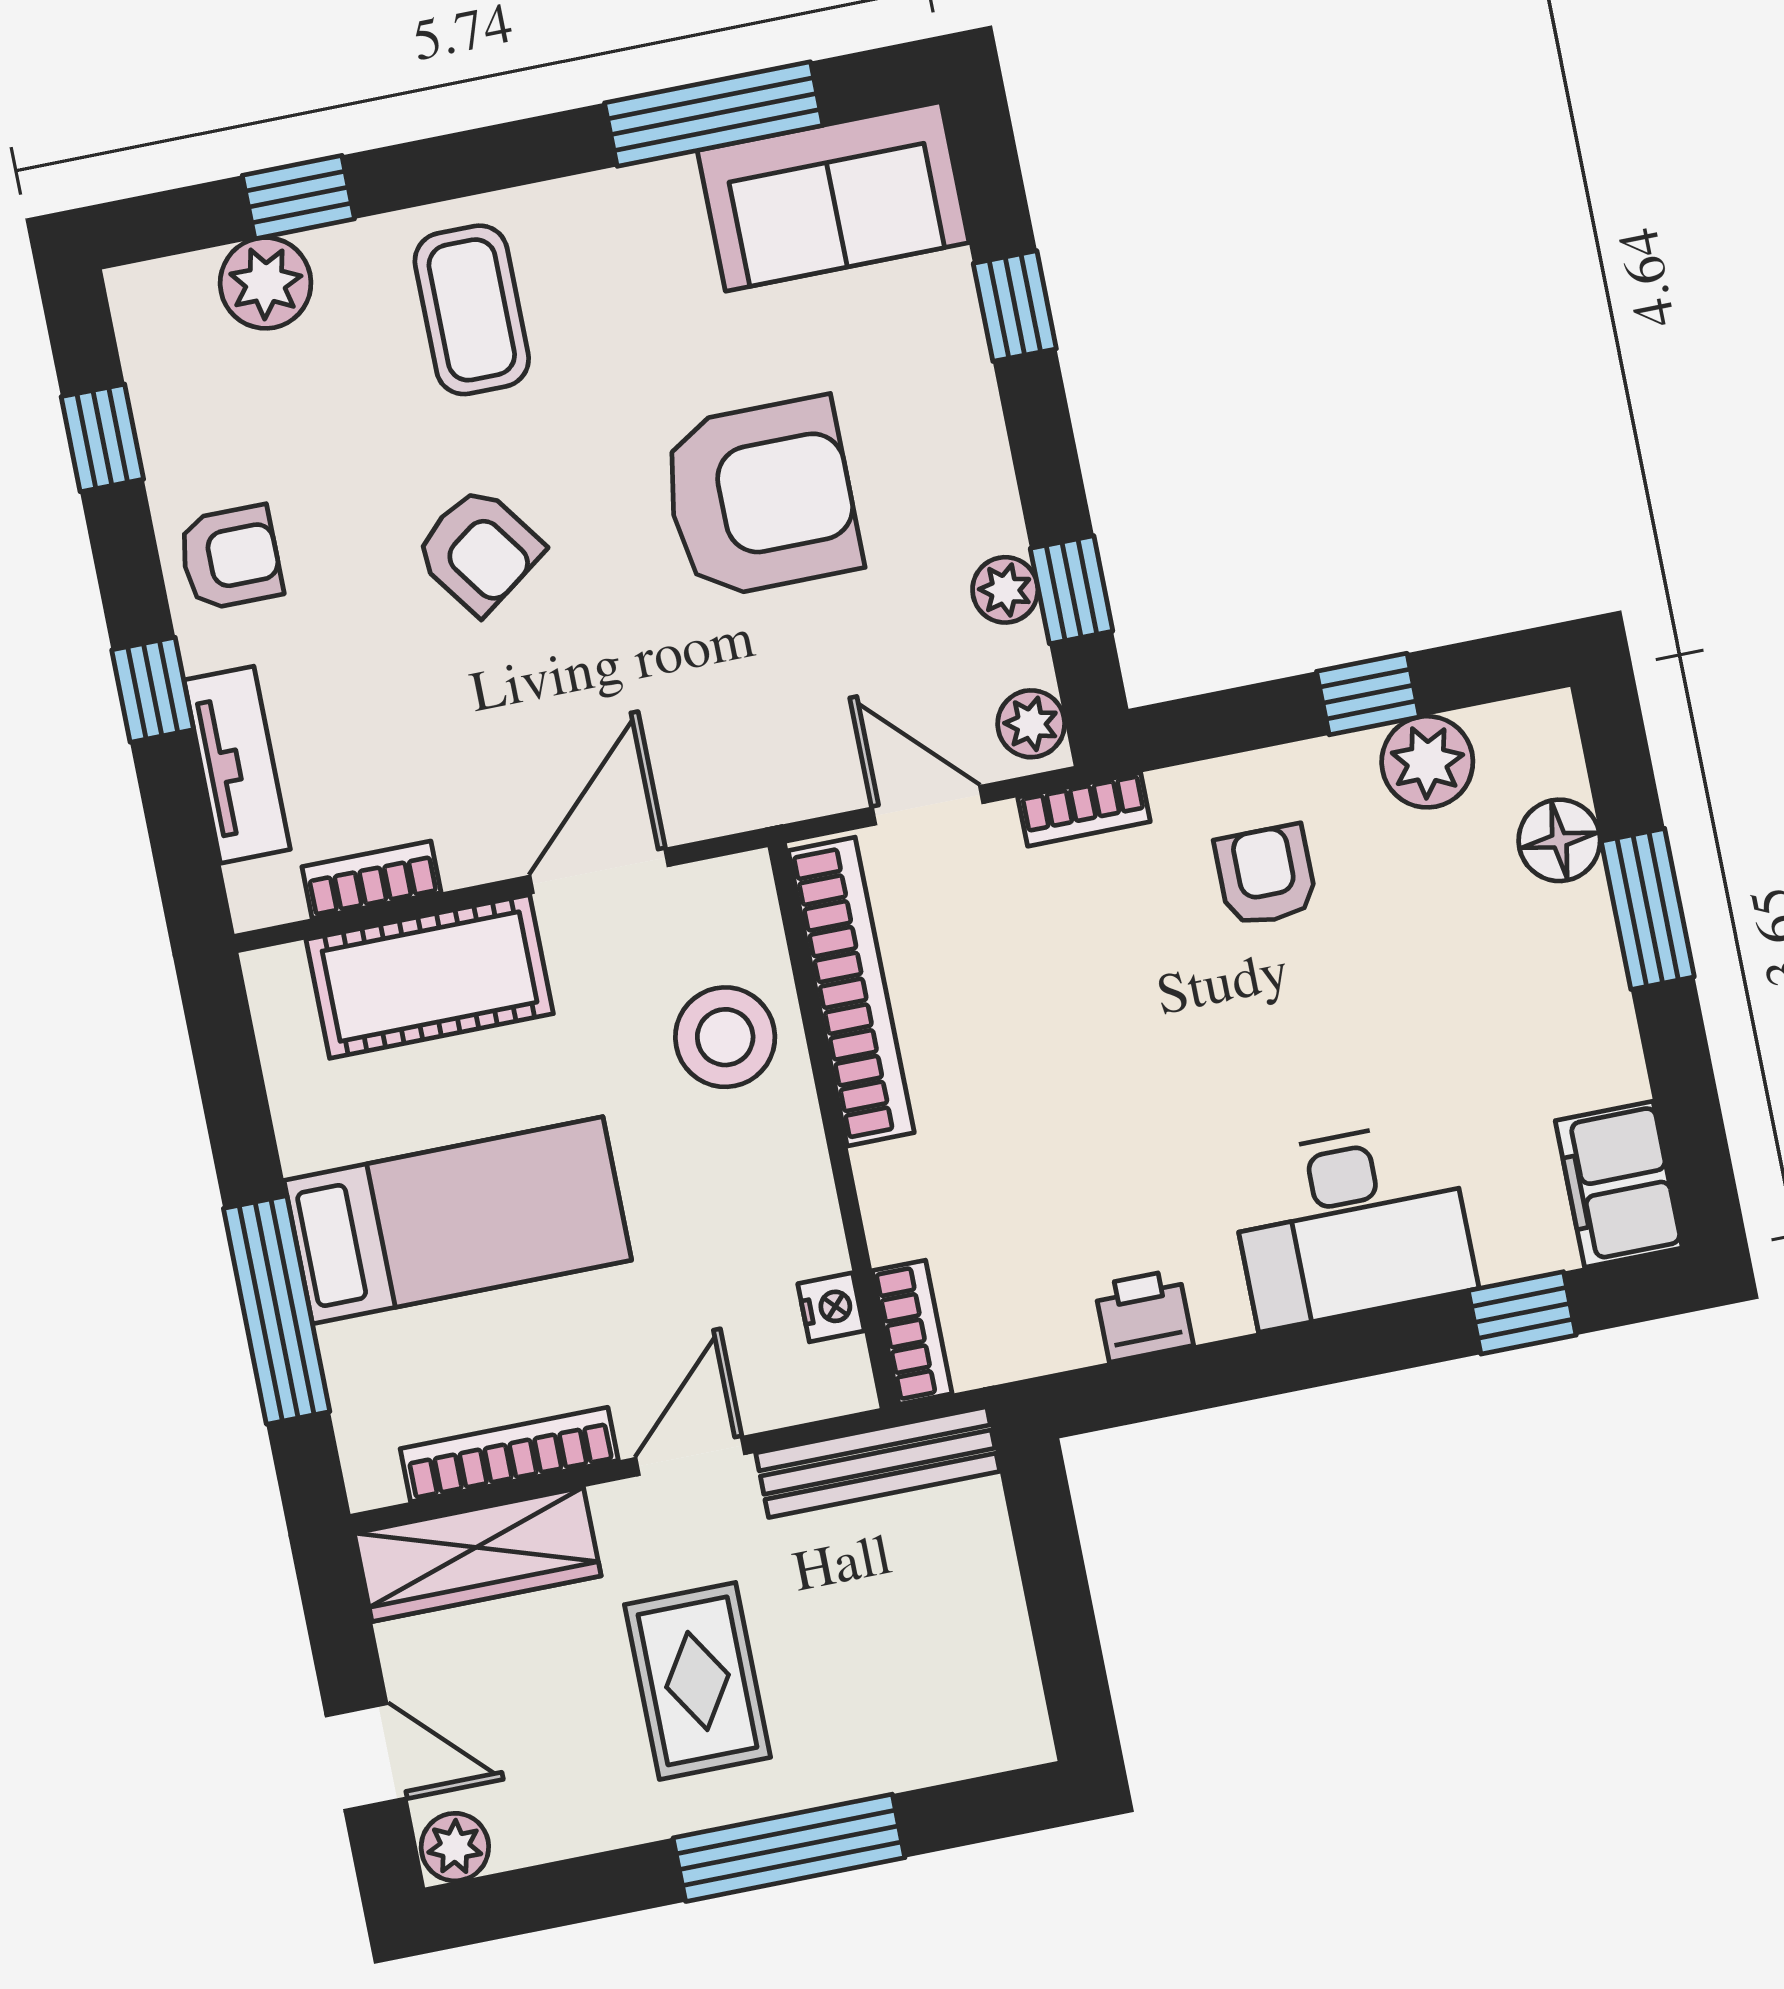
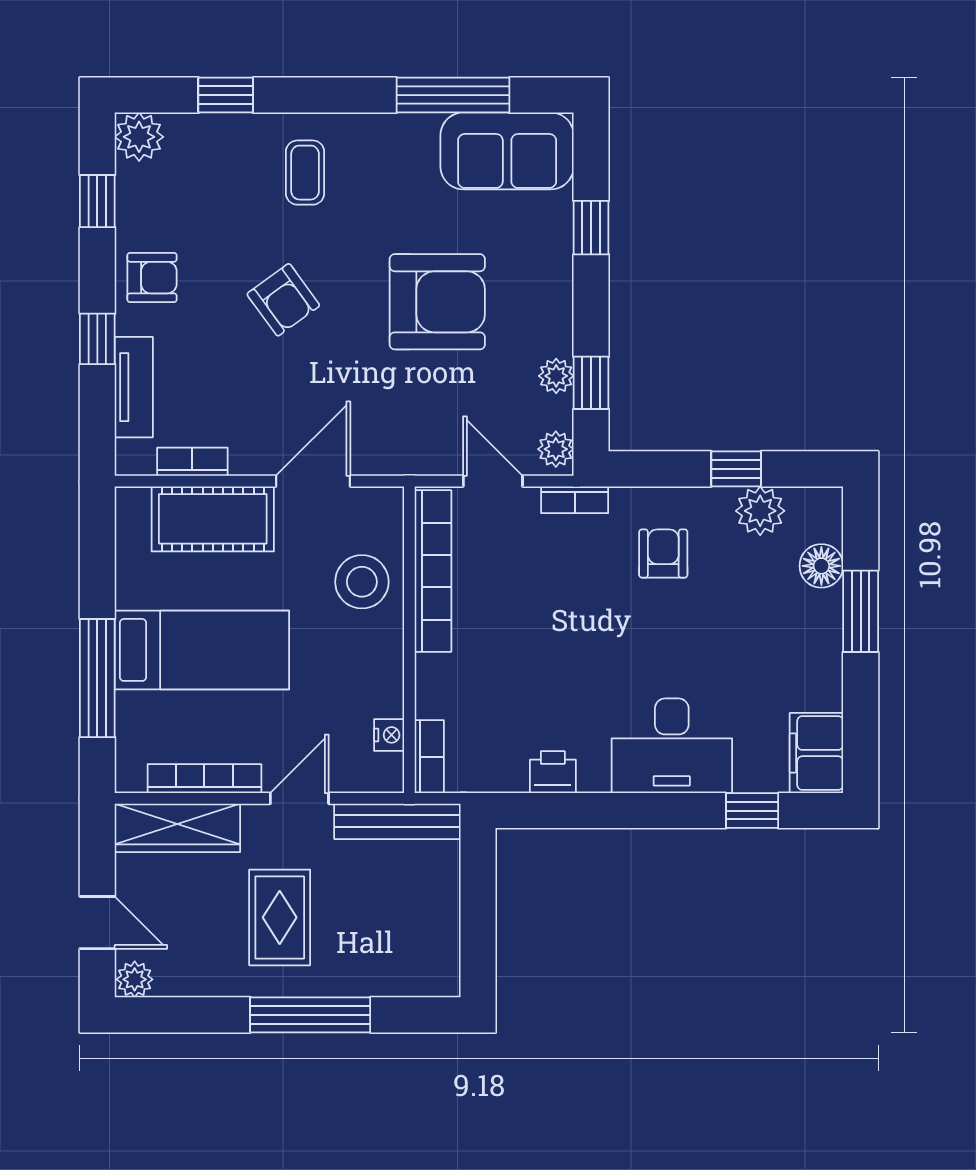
plant: (266, 283) -> (139, 137), moved
coffee table: (472, 310) -> (305, 173), width x0.73, depth x0.77

